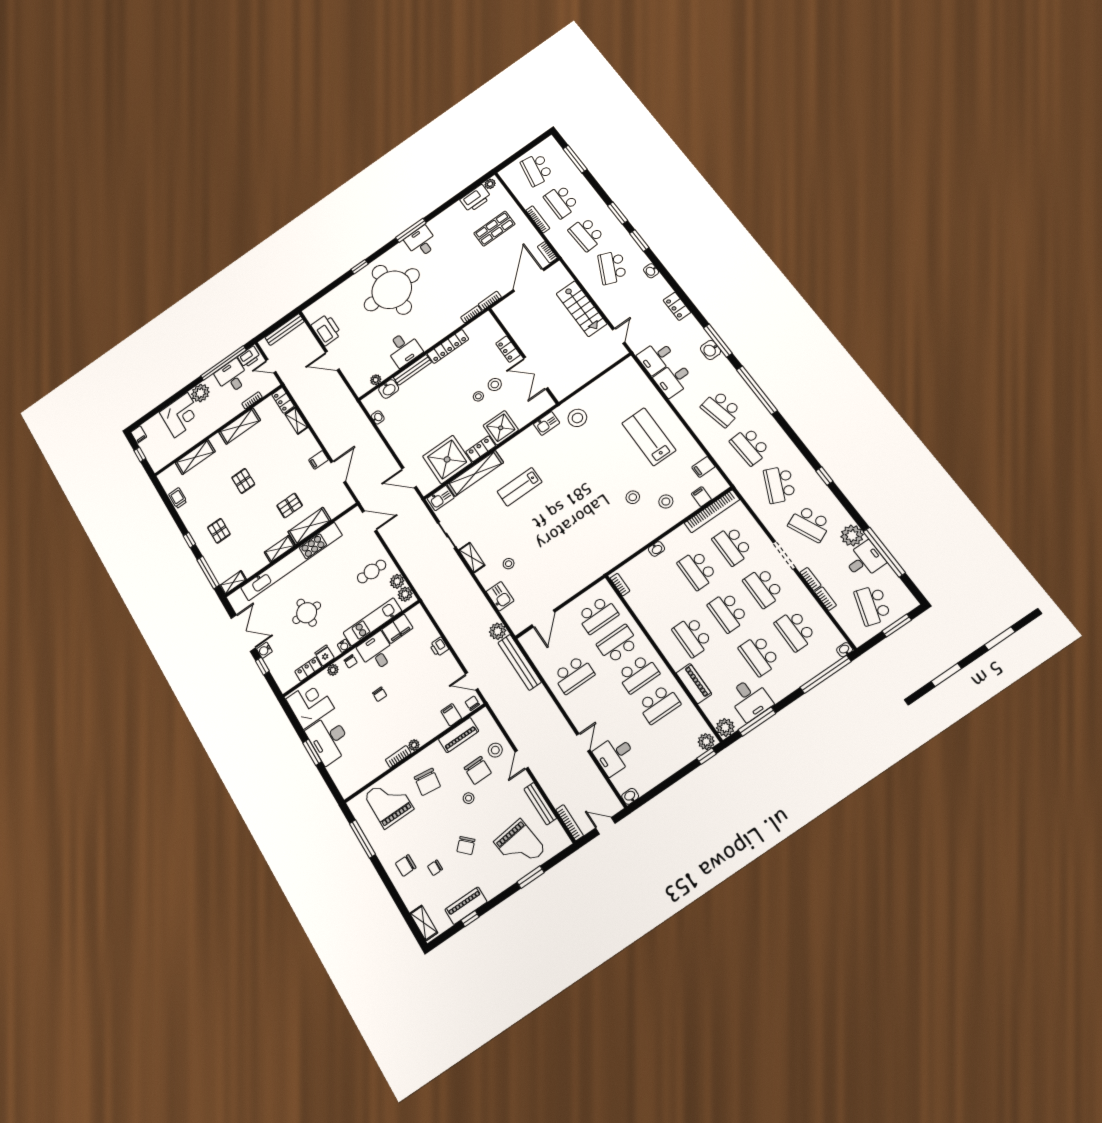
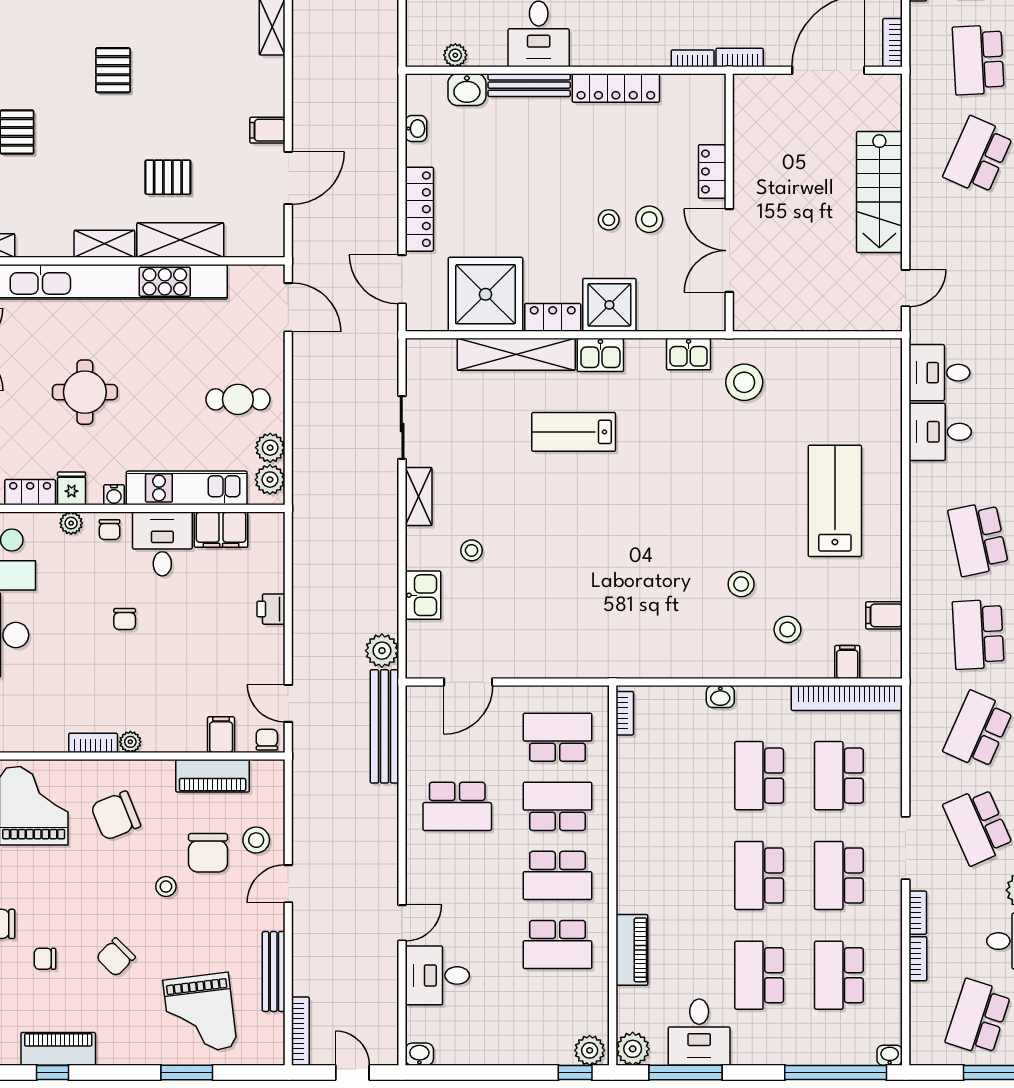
locker: (399, 446) -> (419, 209), added
kitchen sink: (441, 498) -> (600, 355), moved
school desk: (598, 615) -> (557, 737), turned 180
school desk: (692, 636) -> (679, 875), removed
chair: (427, 782) -> (116, 816), turned 60

